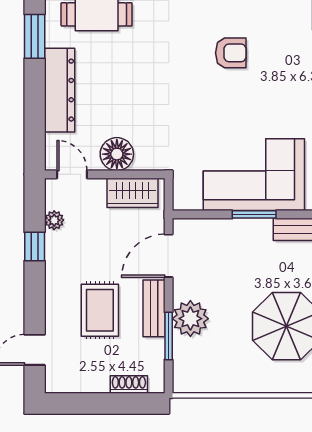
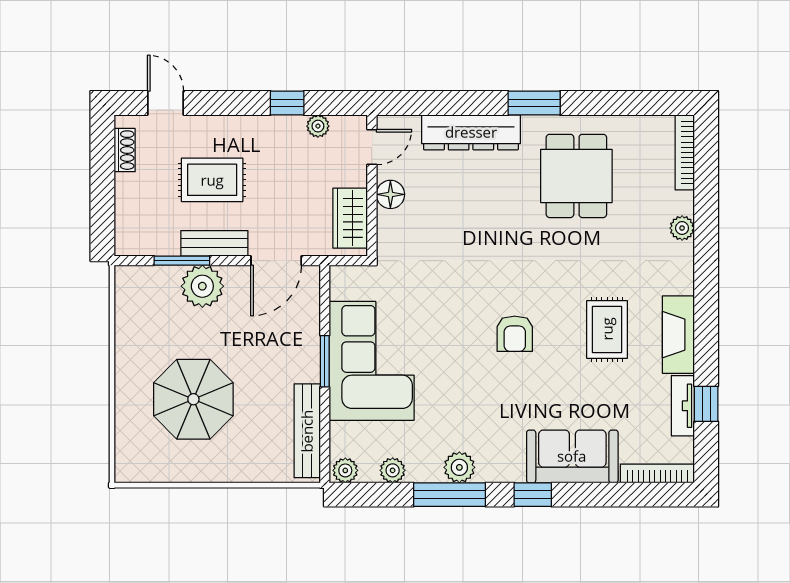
floor lamp: (117, 154) -> (390, 194), width x0.73, depth x0.73
door: (169, 256) -> (276, 261), swing flipped
shoe rack: (129, 385) -> (125, 150), moved

